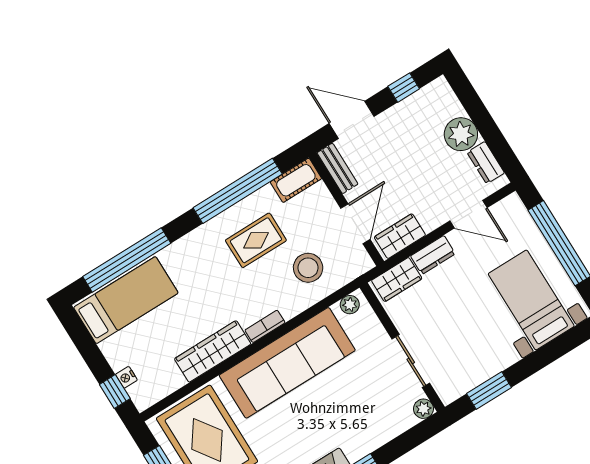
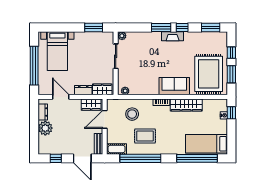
sofa: (287, 363) -> (174, 86), width x0.54, depth x0.79

